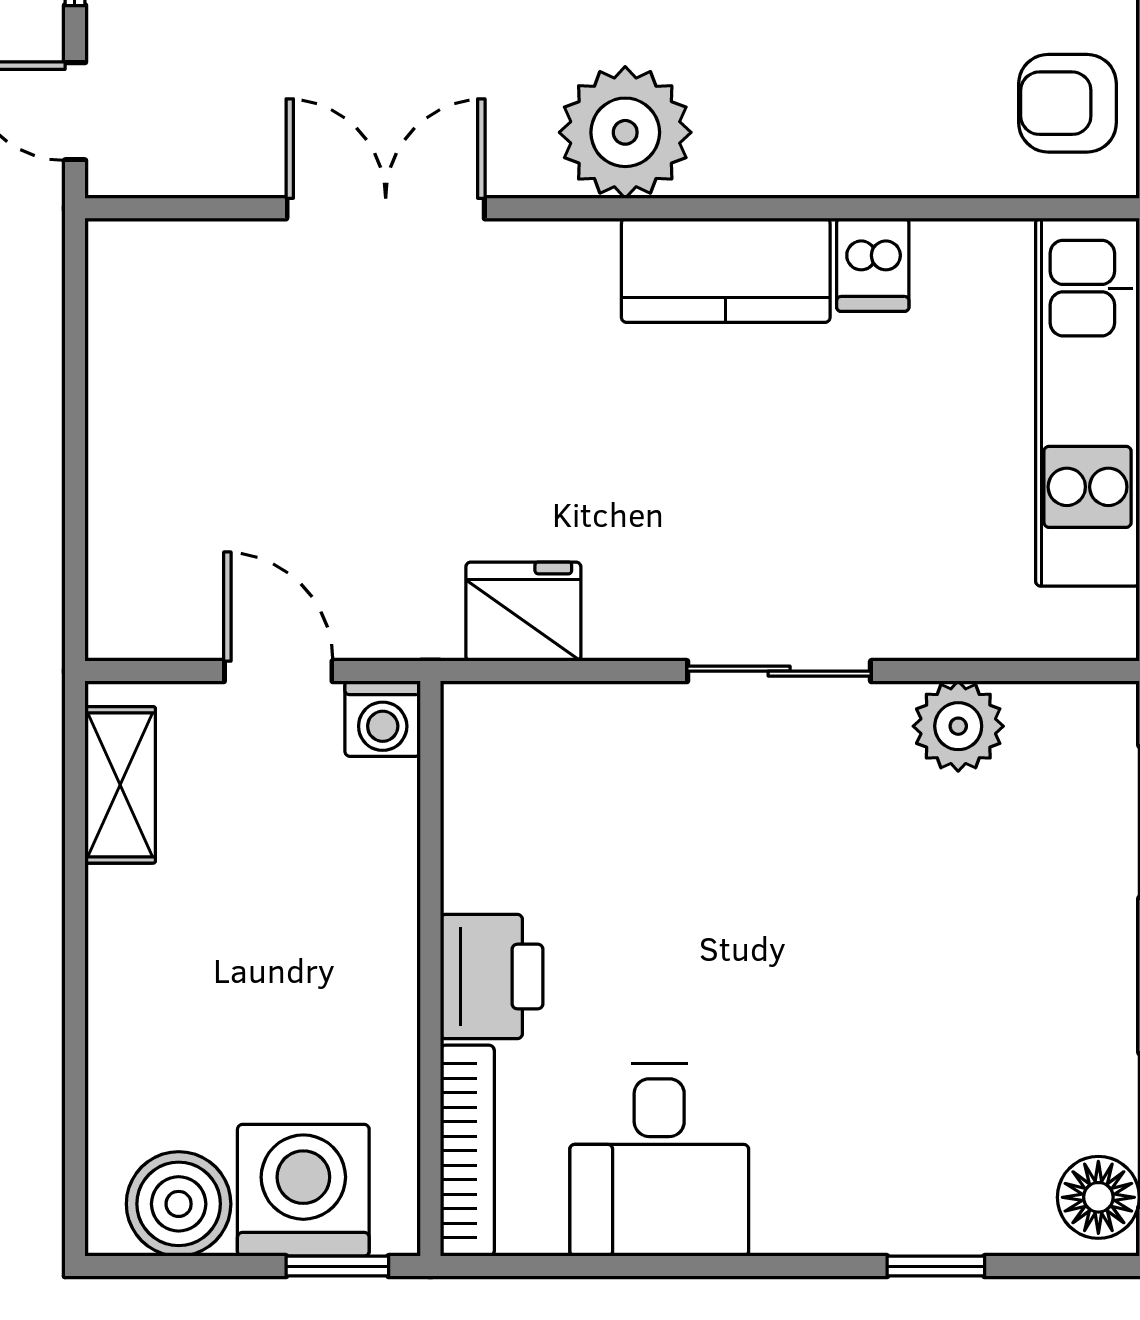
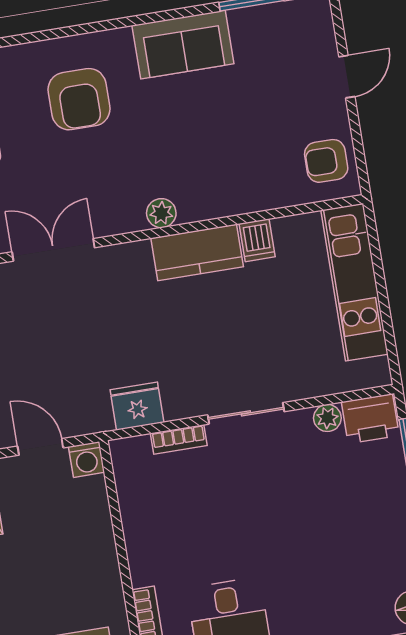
plant: (625, 132) -> (161, 213), width x0.53, depth x0.53
bookcase: (609, 707) -> (179, 439), added
plant: (958, 726) -> (327, 418), width x0.73, depth x0.73
printer: (492, 977) -> (370, 419), moved, turned 90

